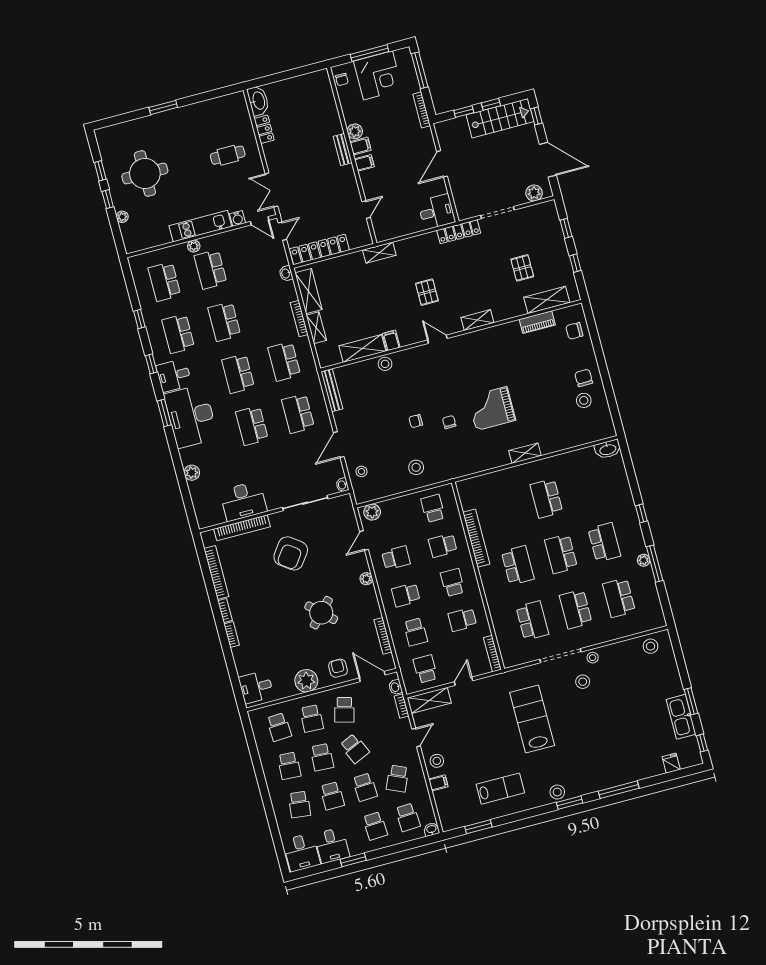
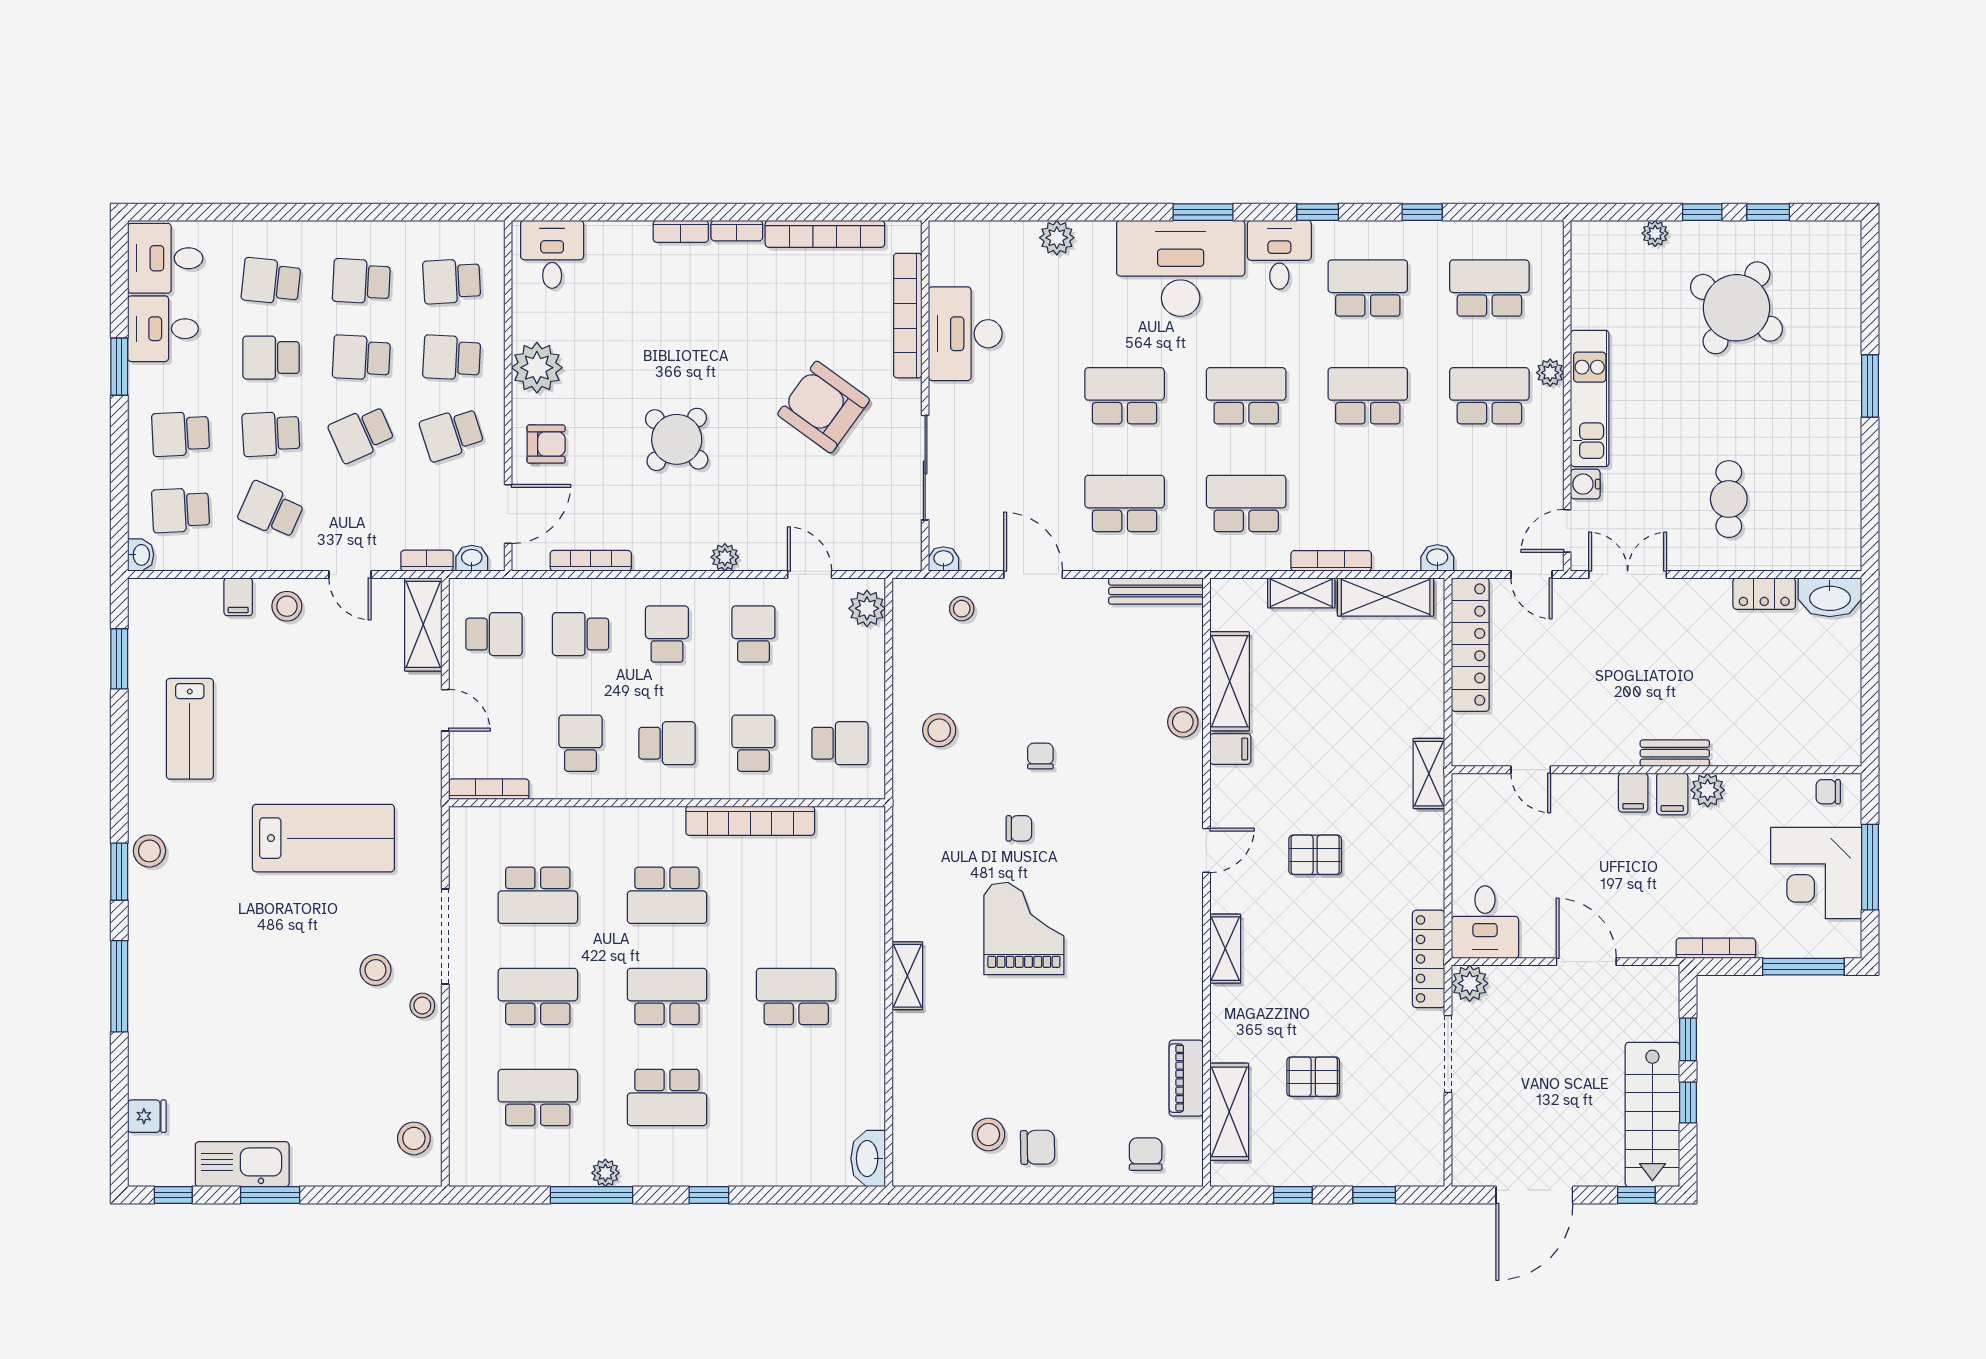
round table: (145, 174) -> (1736, 308), turned 32
plant: (534, 193) -> (1470, 983), moved
school desk: (396, 558) -> (753, 634), turned 180
school desk: (344, 710) -> (452, 434), turned -33

